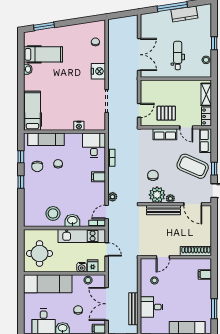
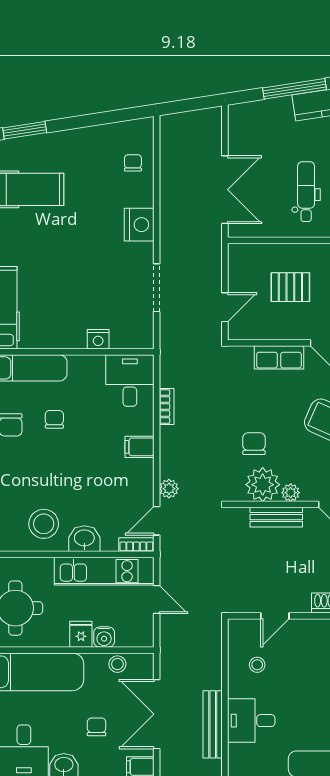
pallet: (166, 113) -> (290, 287), moved
bench: (164, 210) -> (276, 517), width x0.73
fridge: (93, 266) -> (81, 634), moved

